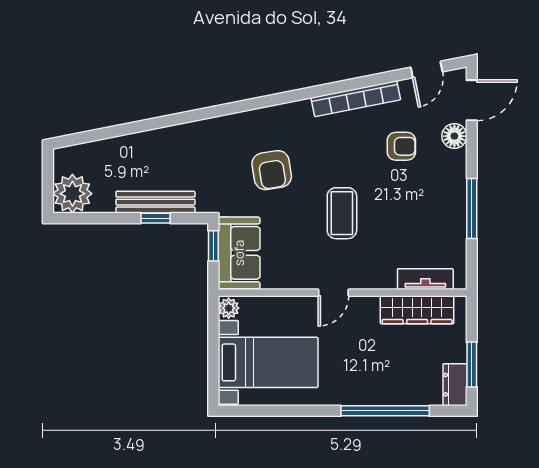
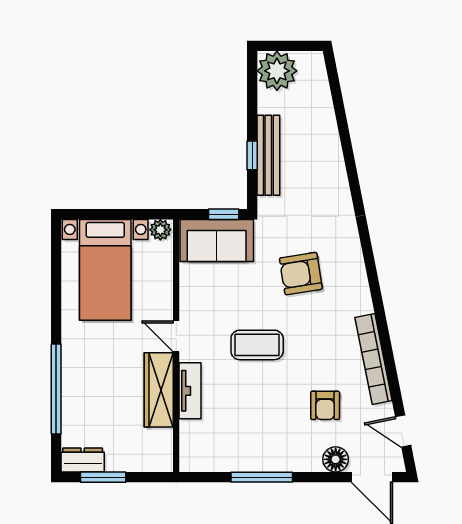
tv unit: (425, 279) -> (190, 391), moved
wardrobe: (417, 310) -> (159, 390), moved

